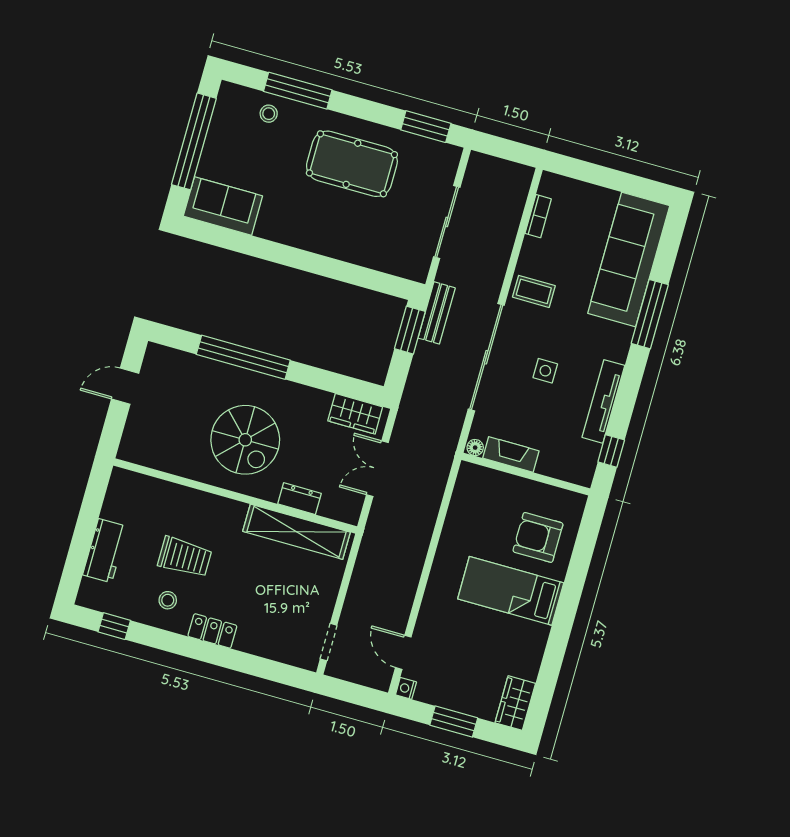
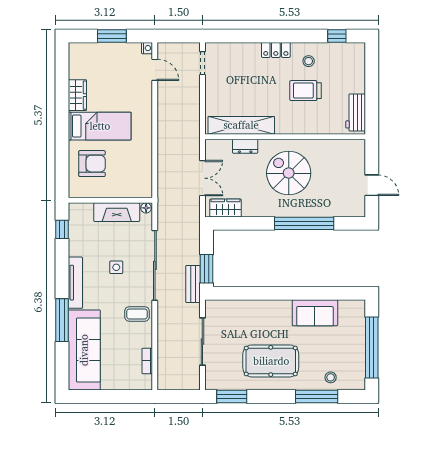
sofa: (223, 206) -> (315, 313), moved
door: (125, 386) -> (372, 185), hinge flipped
tv unit: (603, 401) -> (75, 283), moved
fireplace: (511, 454) -> (117, 212), width x1.37, depth x1.32
workbench: (105, 551) -> (356, 112), moved
wardrobe: (515, 703) -> (77, 95), moved

